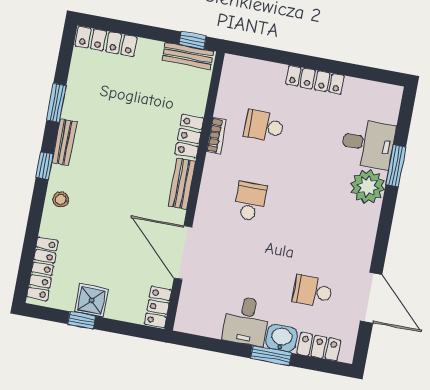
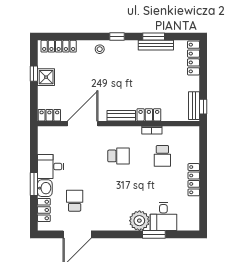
school desk: (264, 126) -> (162, 156), turned 180
bench: (64, 142) -> (156, 45), moved, width x1.36

